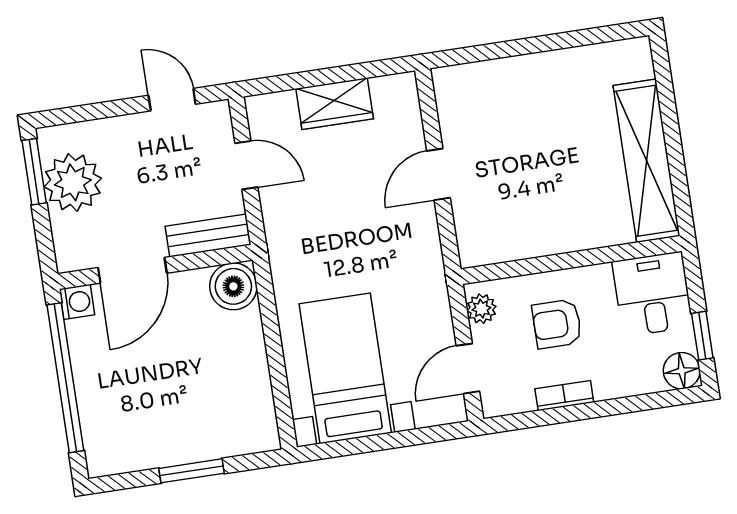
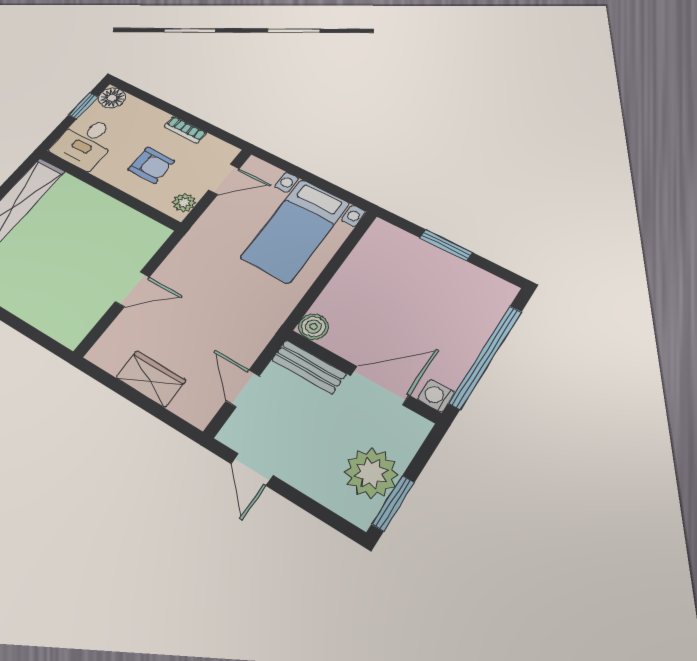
boiler: (233, 286) -> (313, 327), width x0.73, depth x0.73

